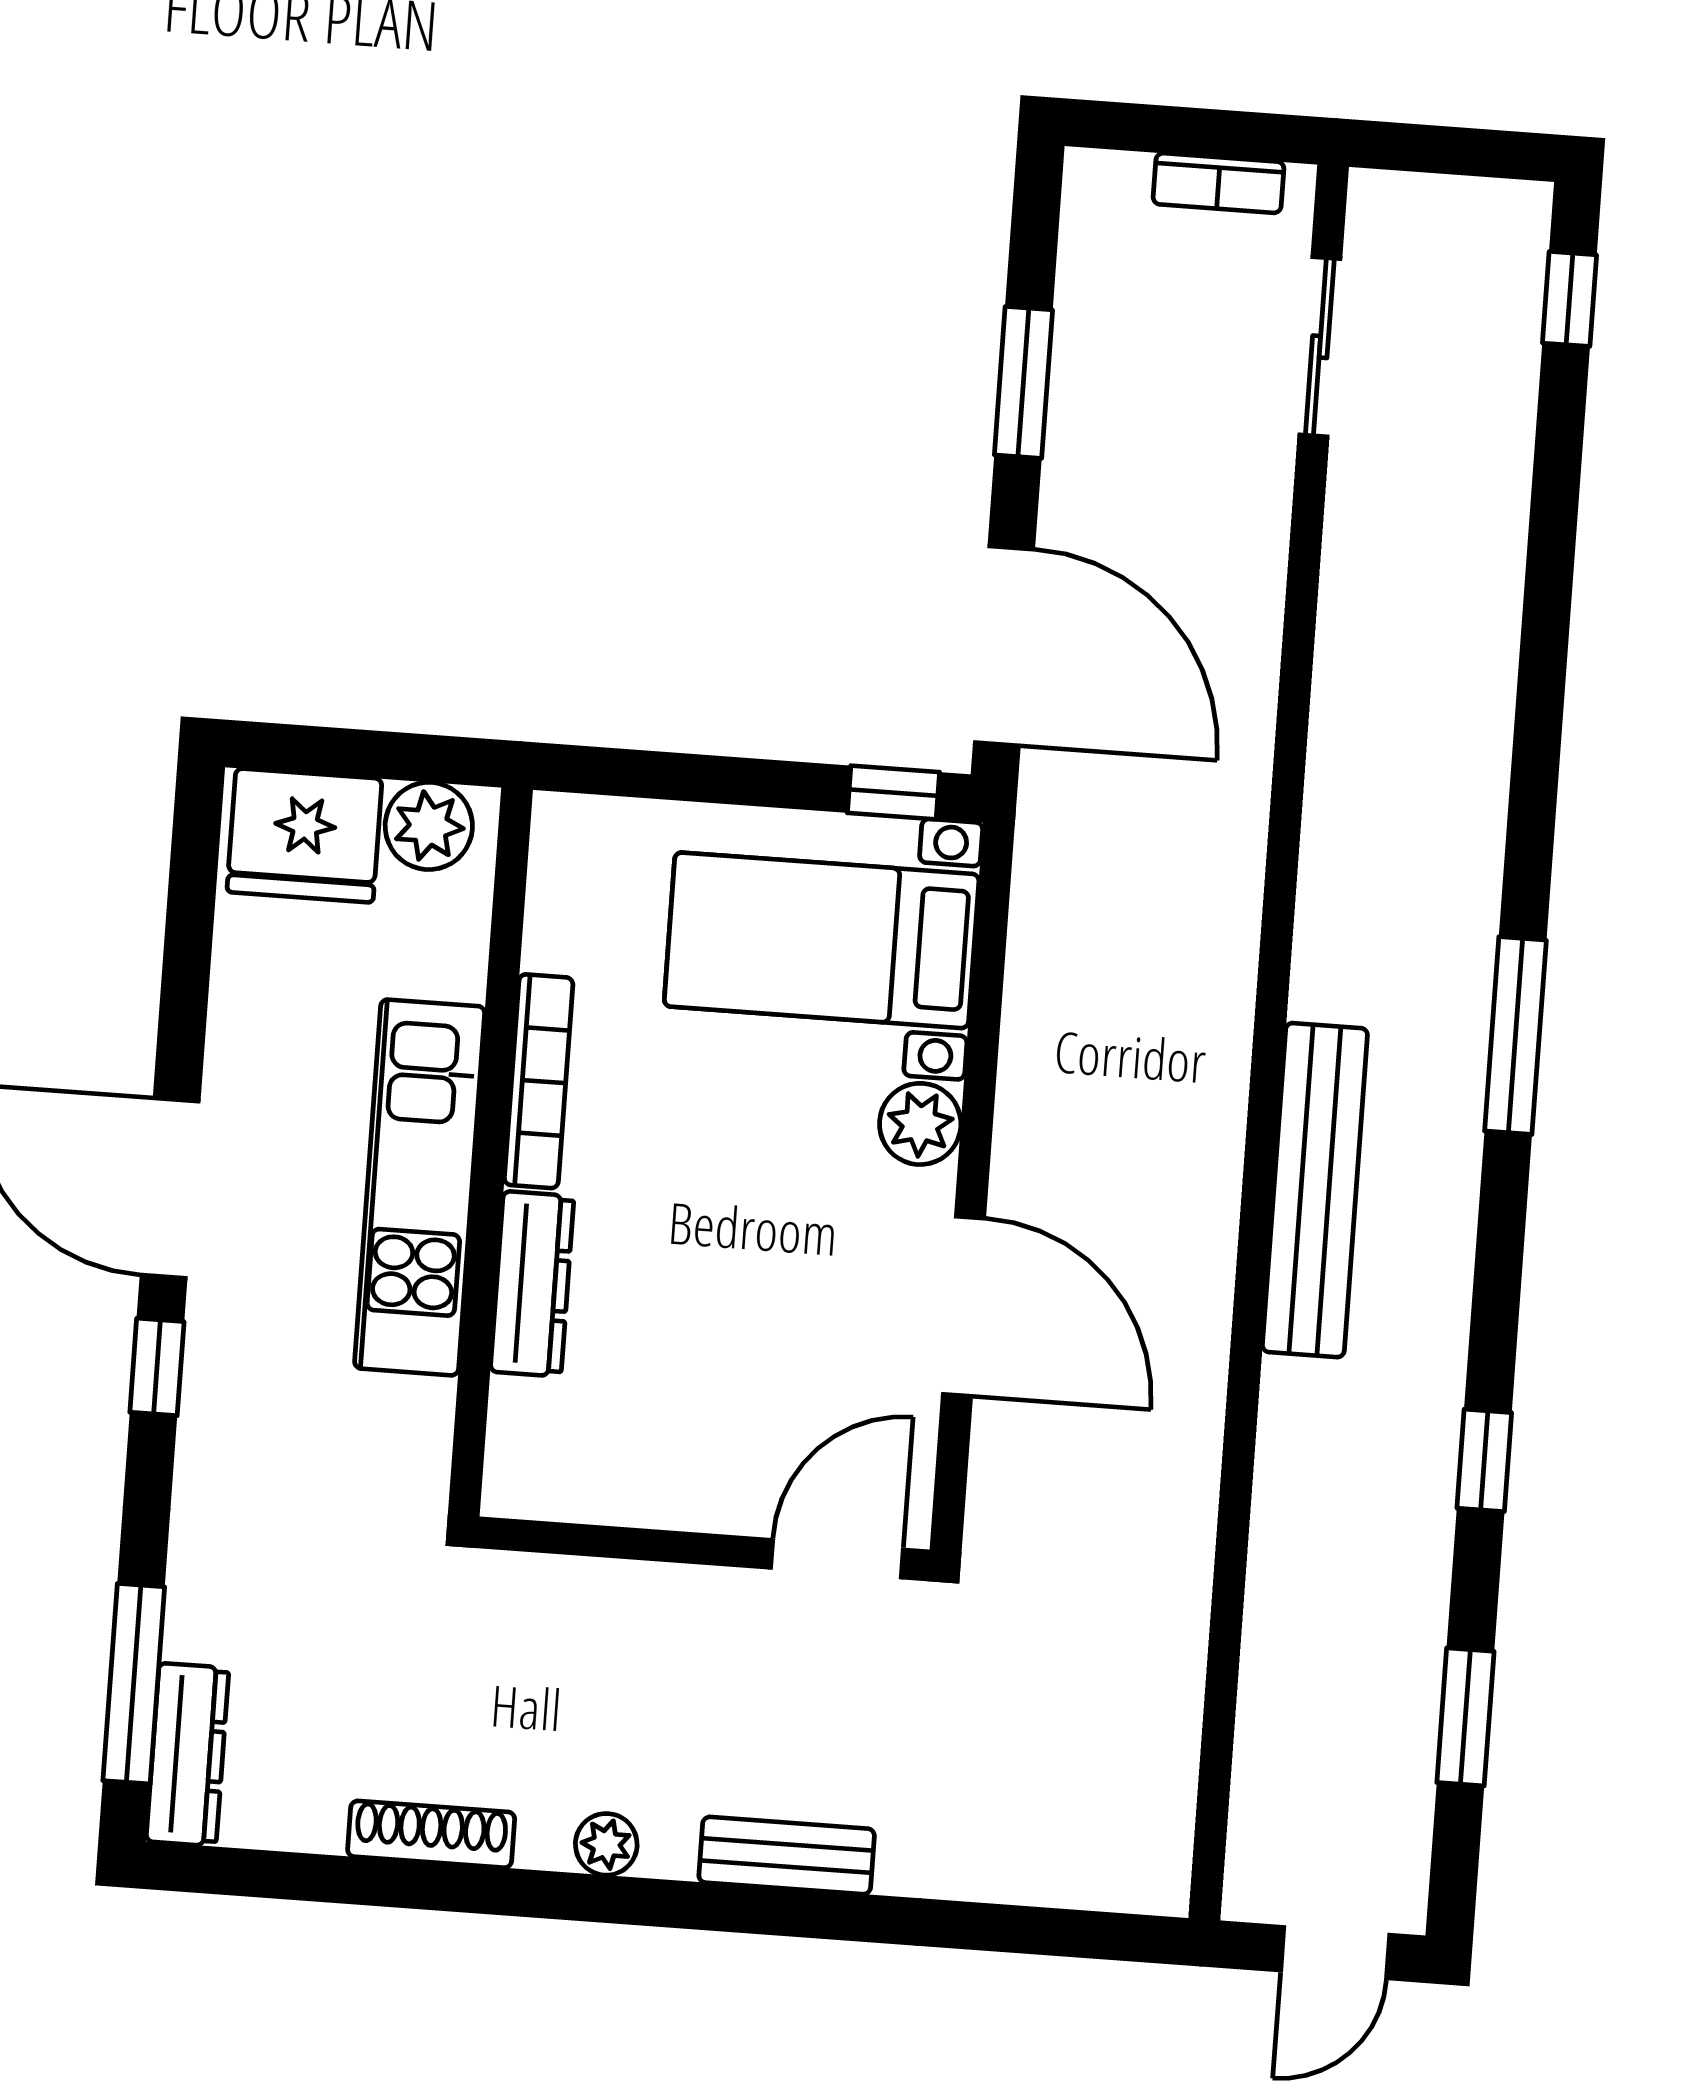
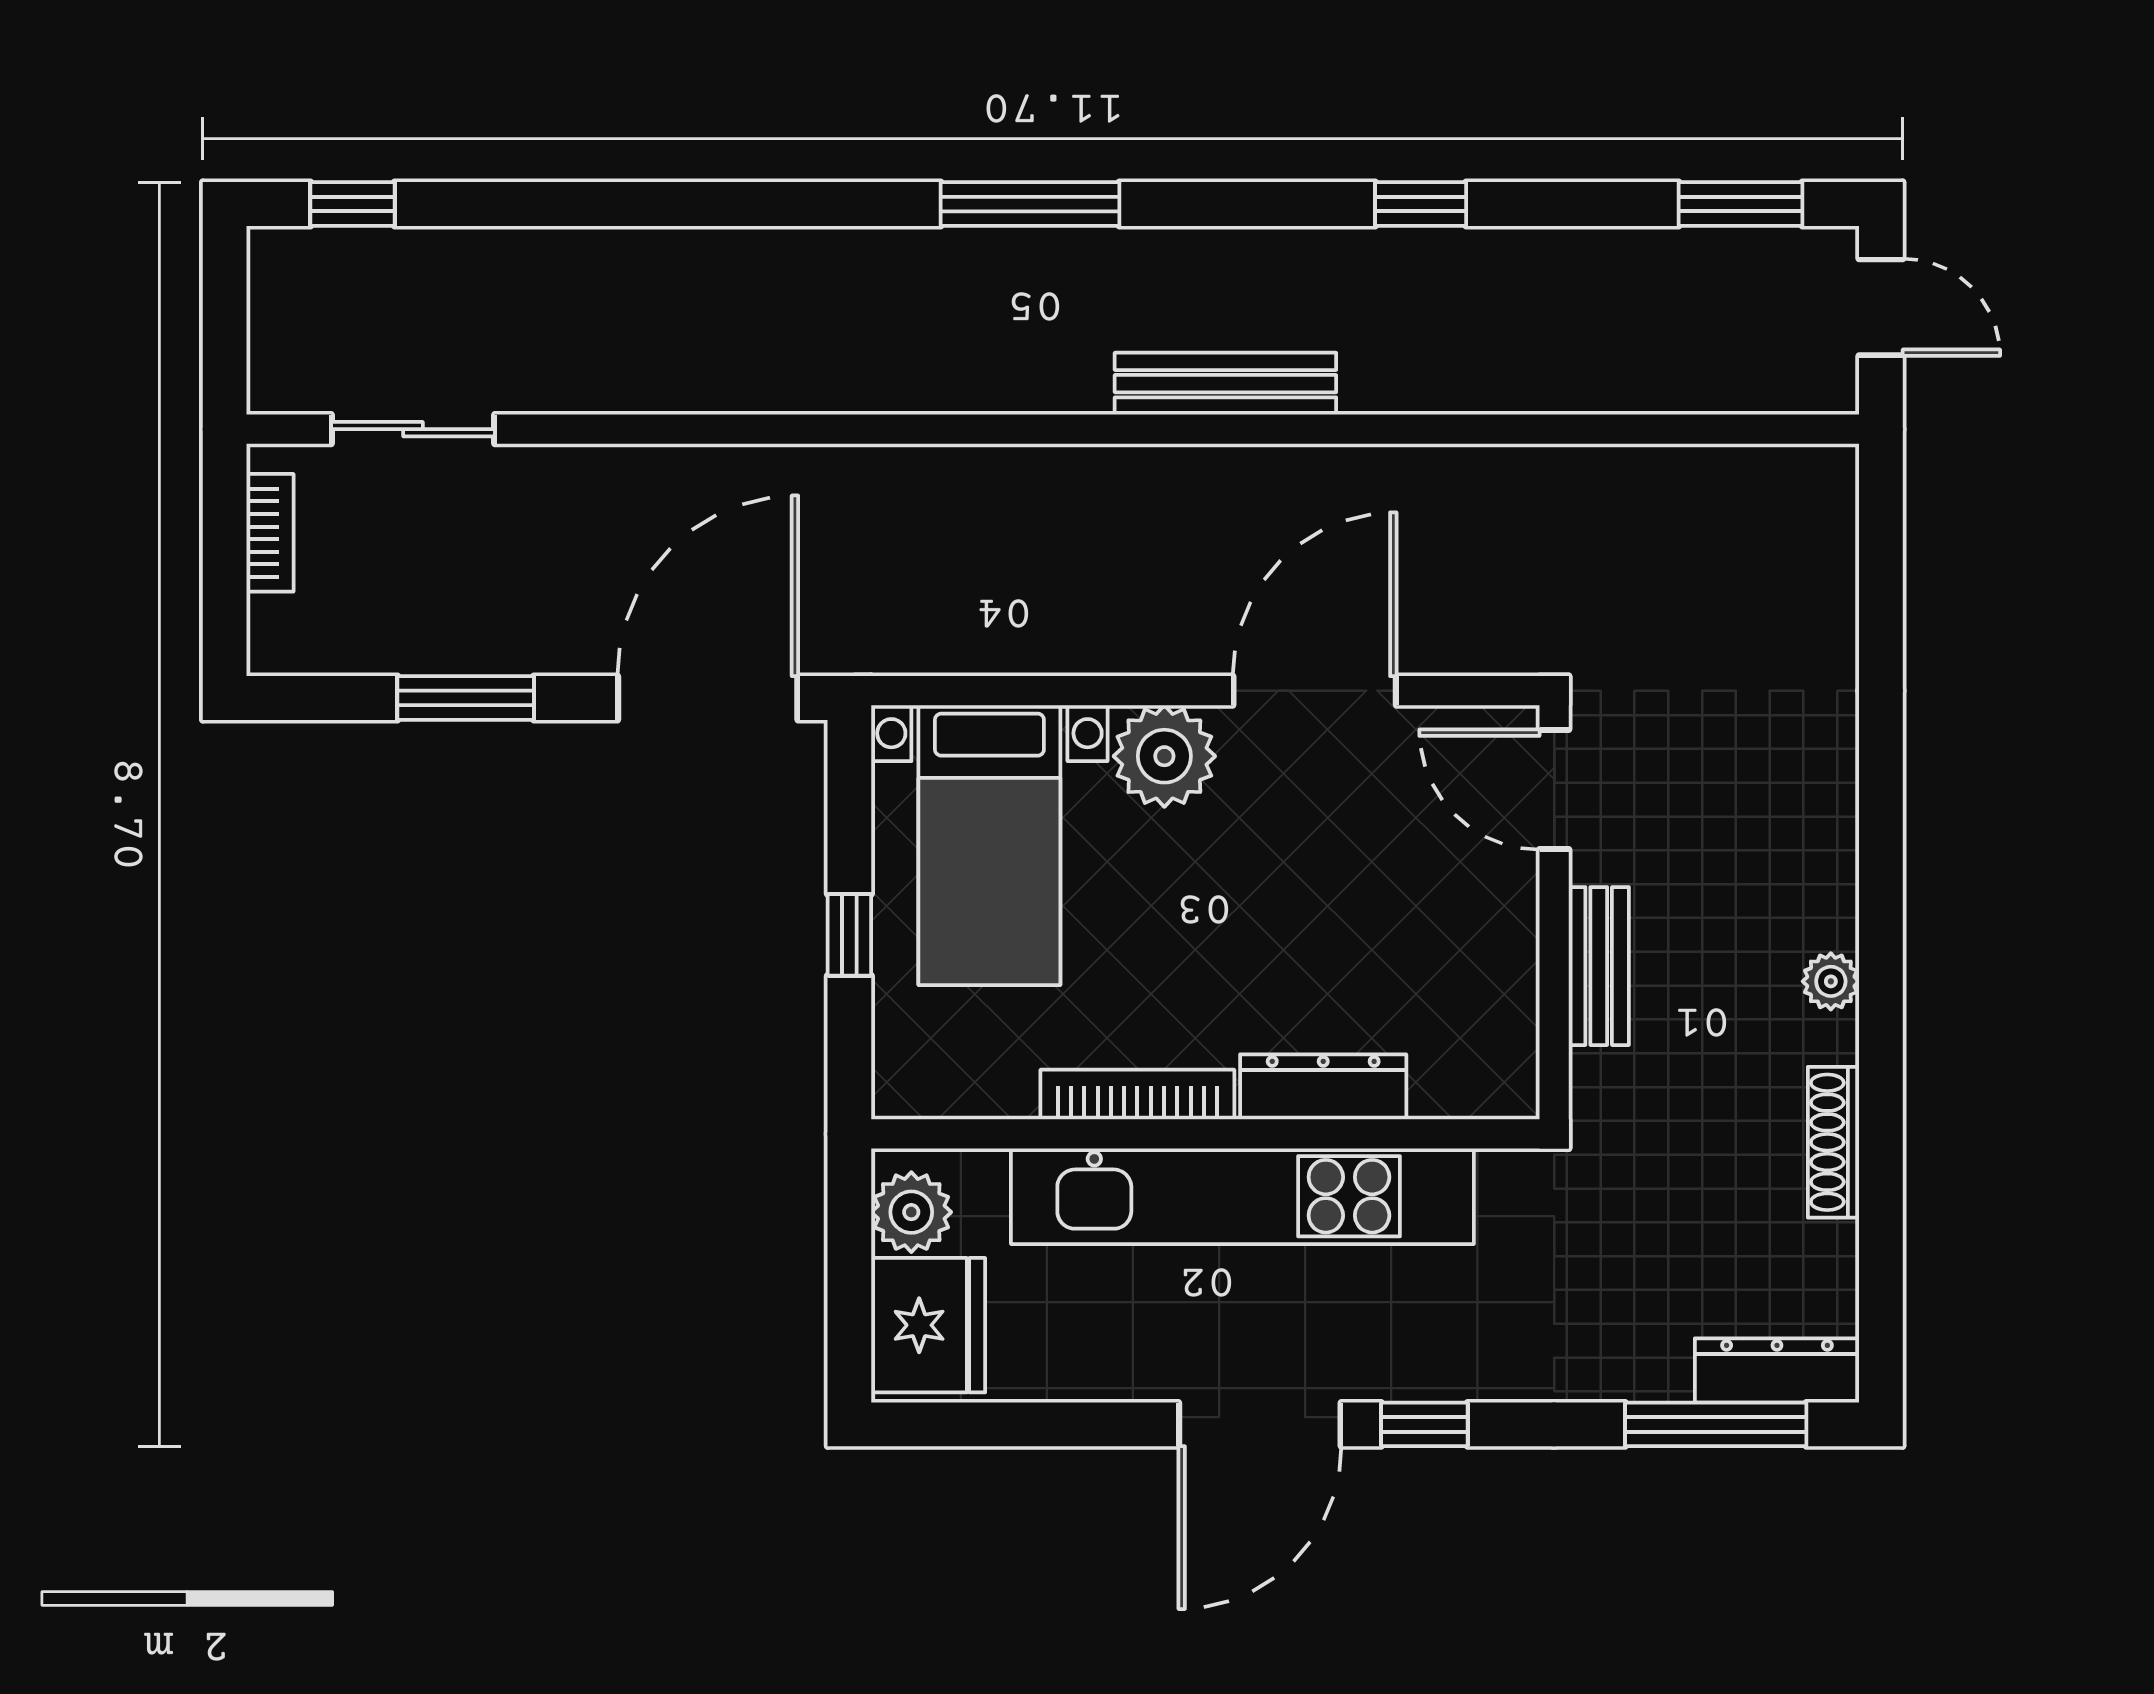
window: (893, 793) -> (849, 935), moved
plant: (920, 1124) -> (1164, 756), width x1.36, depth x1.36
kitchen unit: (420, 1187) -> (1242, 1196), width x1.36
bench: (1315, 1190) -> (1225, 384), width x0.73, depth x0.82
window: (1465, 1717) -> (1740, 204), moved
bench: (787, 1856) -> (1599, 966), moved

